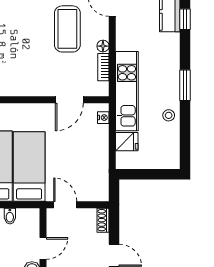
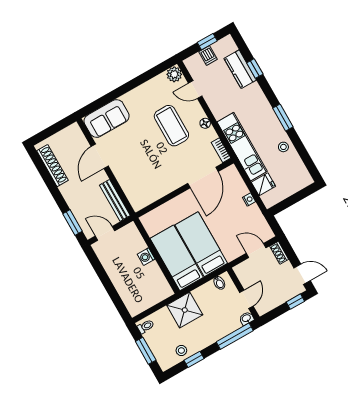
bookcase: (103, 67) -> (221, 150), moved
door: (69, 100) -> (203, 177), width x1.36
nightstand: (103, 118) -> (249, 199), moved
door: (65, 205) -> (256, 251), moved
bidet: (10, 216) -> (219, 283), moved

